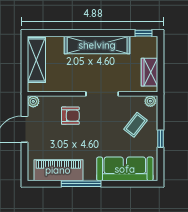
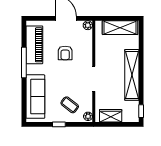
armchair: (70, 116) -> (65, 53), moved

